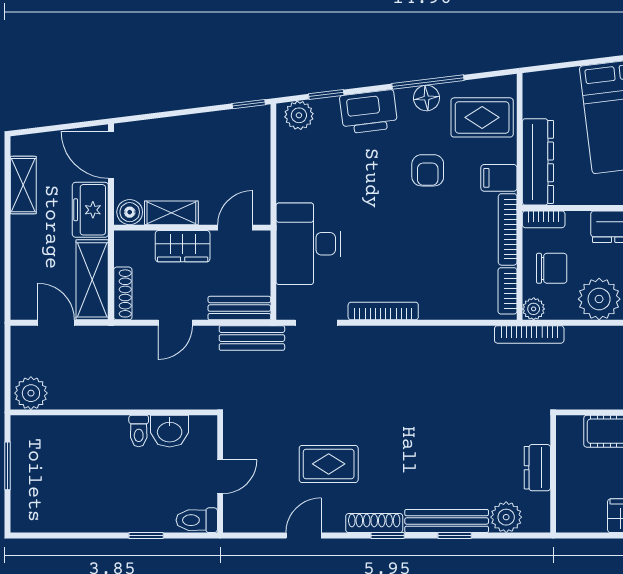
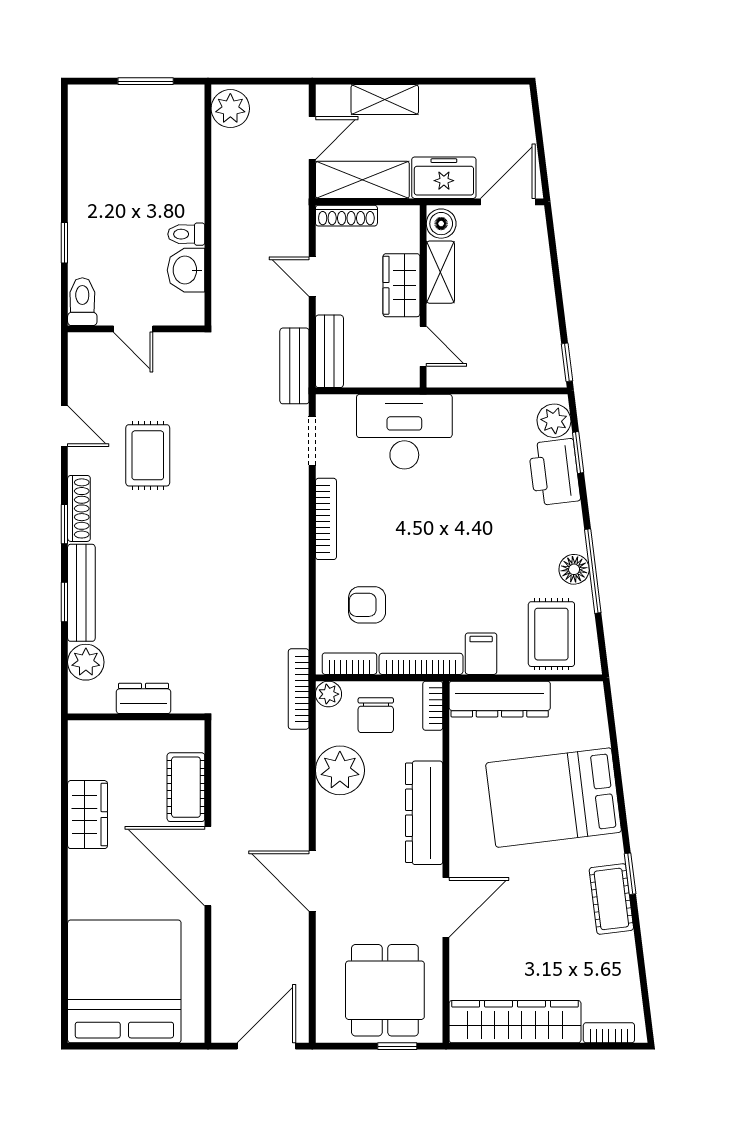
printer: (369, 112) -> (554, 472), moved
armchair: (428, 170) -> (367, 605), moved
shelving: (23, 185) -> (385, 100), moved

